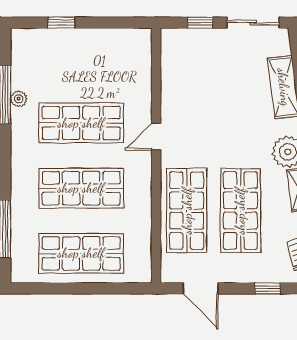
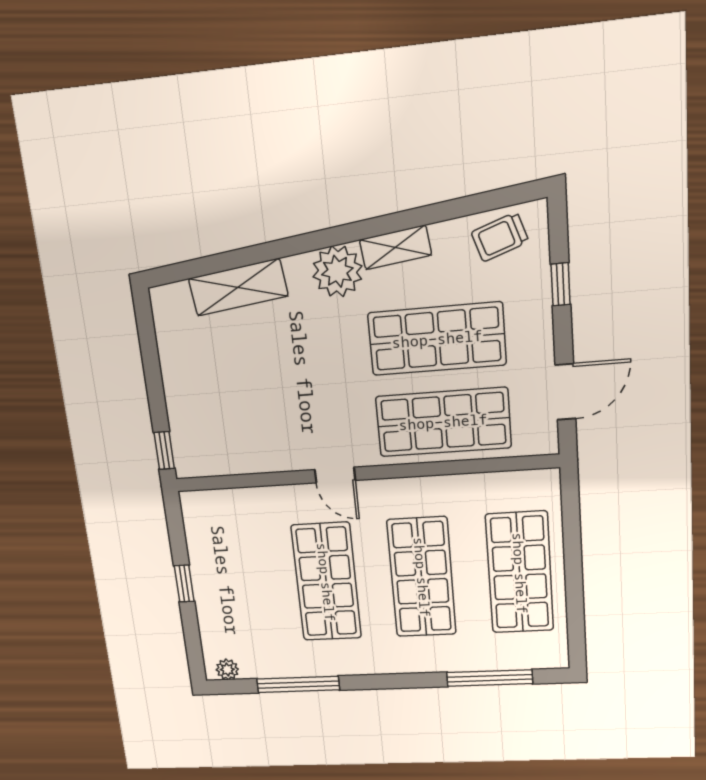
window: (61, 23) -> (184, 584), moved
window: (200, 23) -> (164, 450), moved
sliding door: (253, 23) -> (148, 343), removed
plant: (19, 99) -> (227, 669), moved

